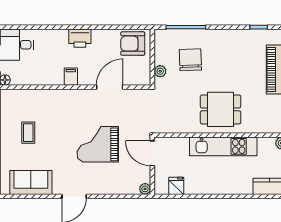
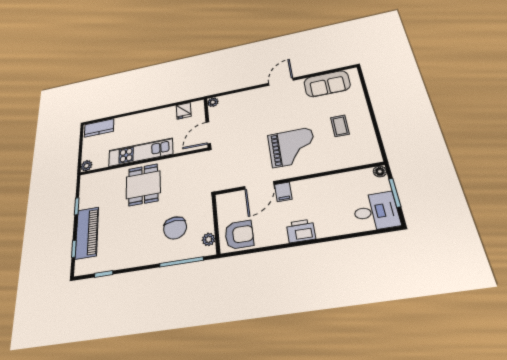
plant: (160, 71) -> (209, 239), moved
filing cabinet: (71, 77) -> (283, 192), moved
dining table: (221, 109) -> (143, 185), turned 90
grand piano: (98, 144) -> (292, 147), moved
door: (152, 153) -> (208, 133), swing flipped

